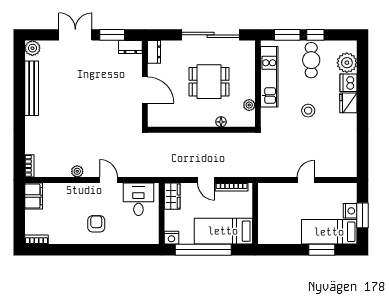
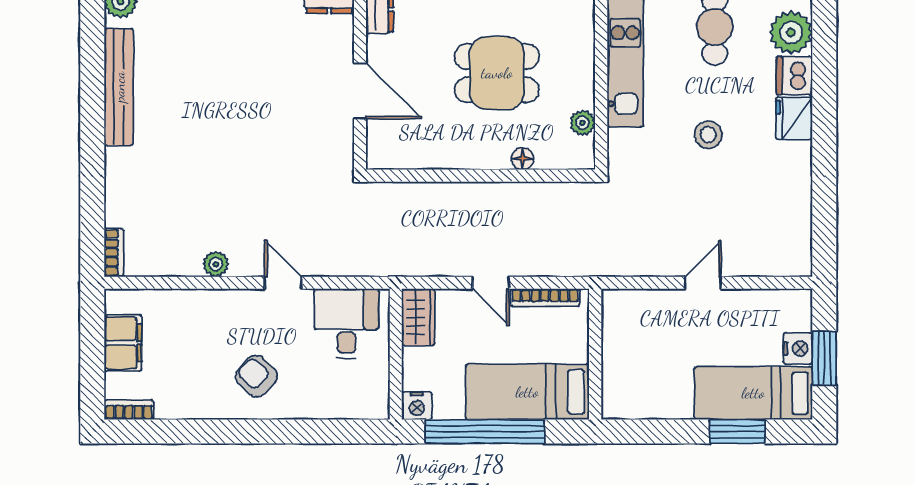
filing cabinet: (34, 196) -> (123, 343), moved
armchair: (96, 224) -> (256, 376), turned -48

